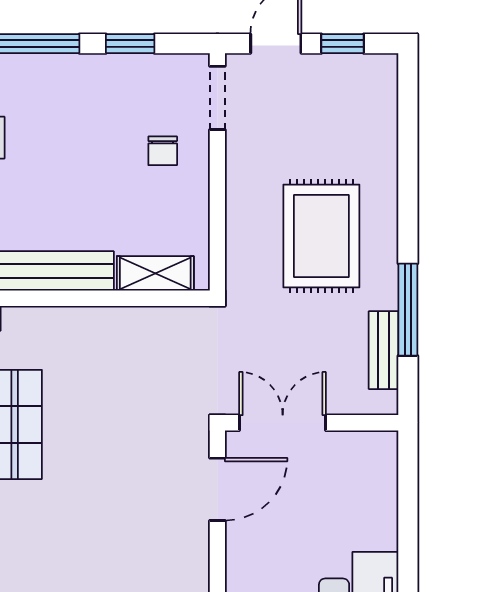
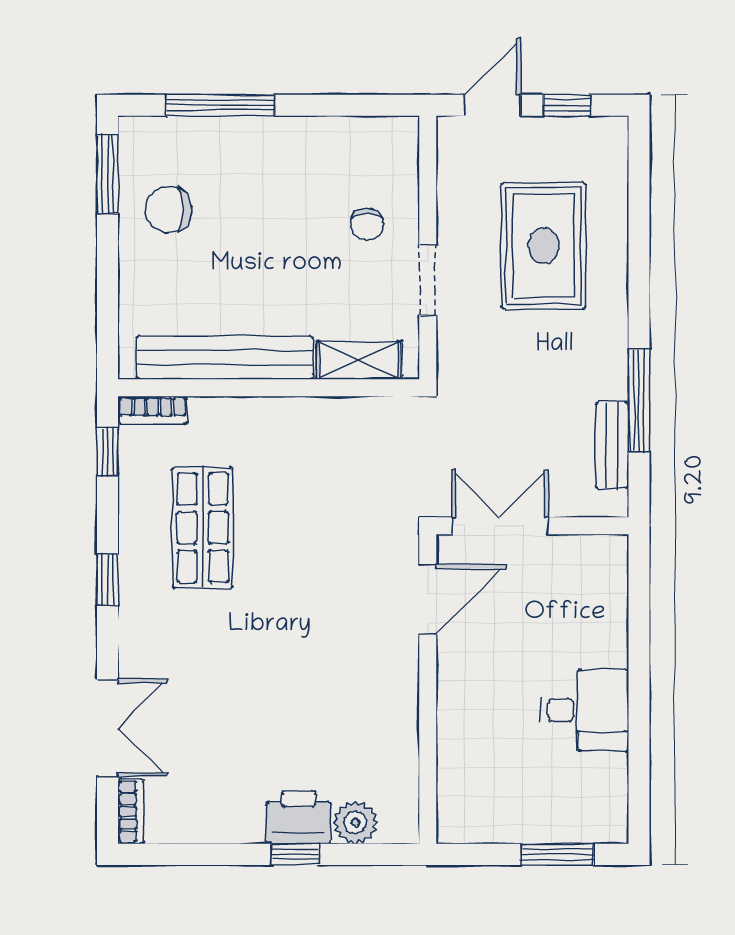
window: (130, 44) -> (331, 105), removed
doorway: (217, 98) -> (428, 280), moved
rug: (321, 236) -> (544, 246), moved

